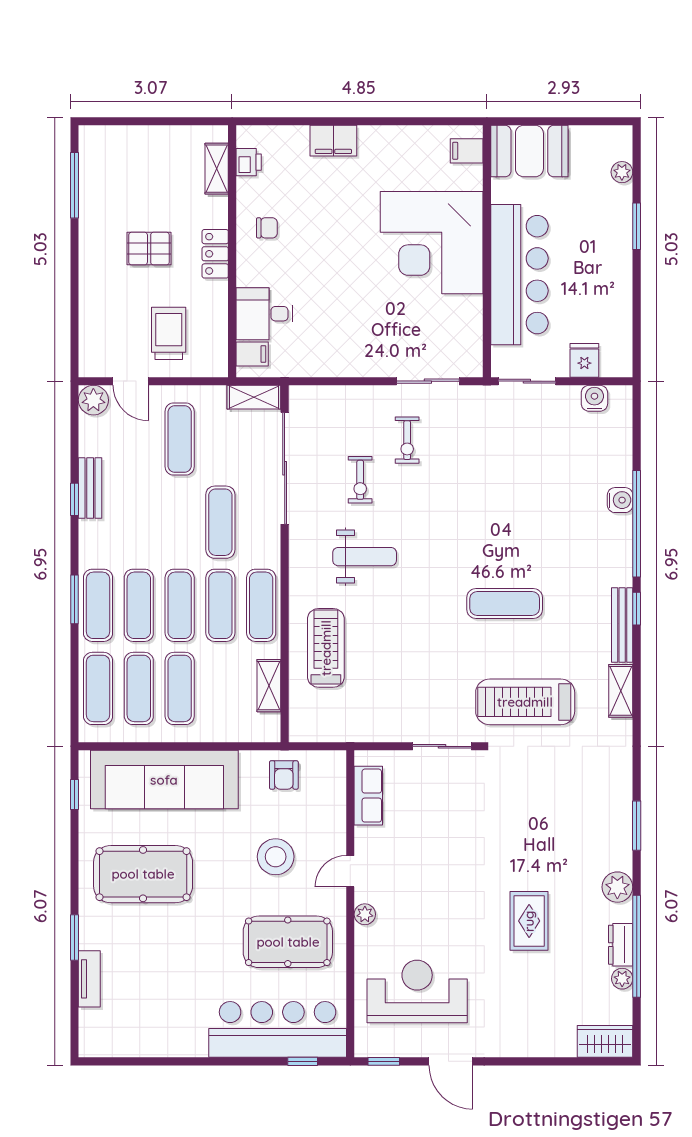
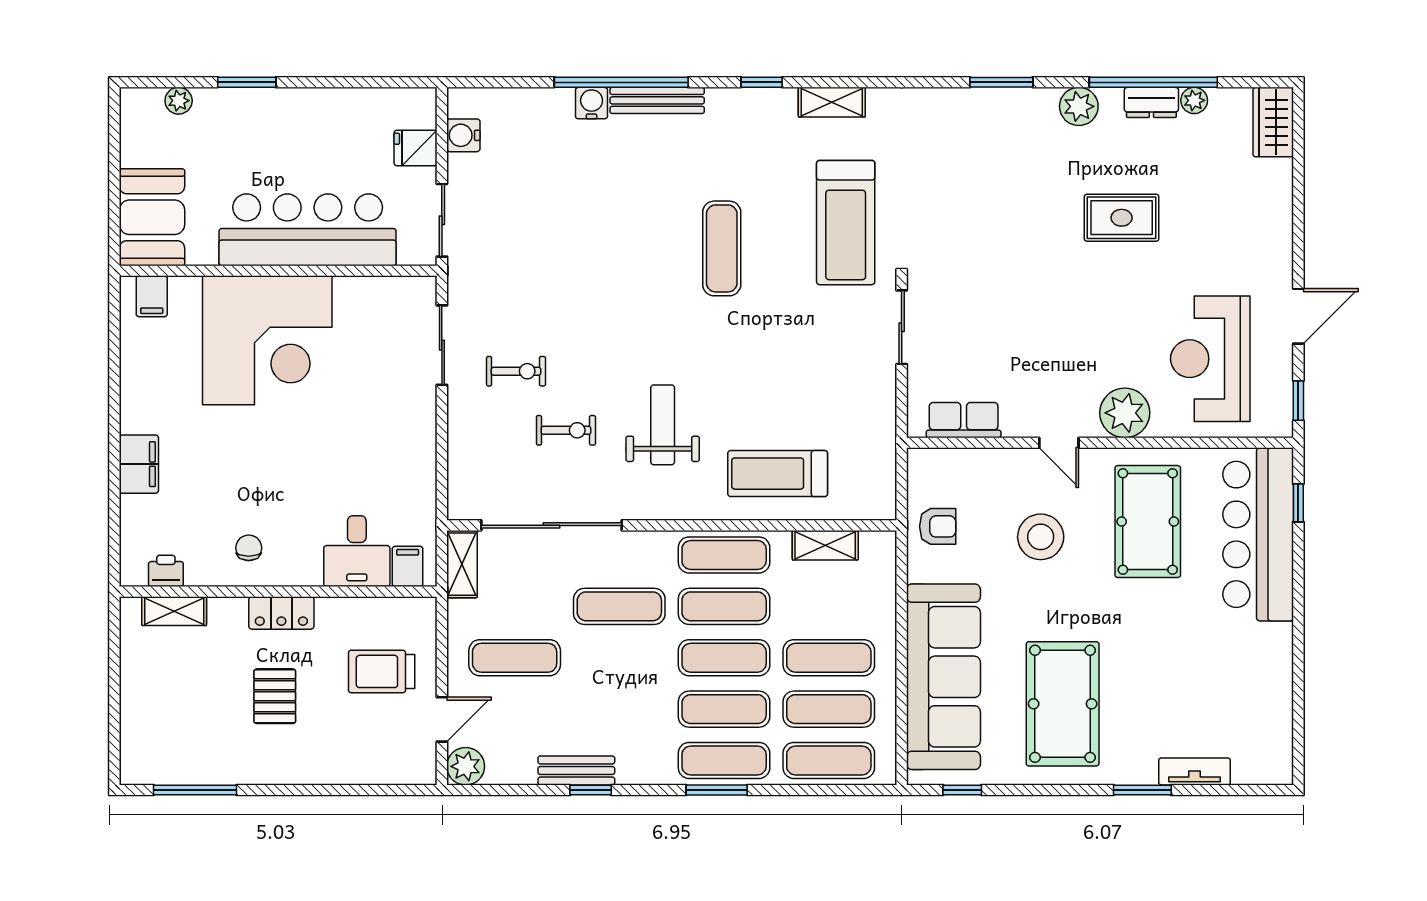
window: (637, 609) -> (762, 82), moved
bench: (622, 625) -> (657, 100), moved
plant: (365, 914) -> (1125, 413), width x1.88, depth x1.88

